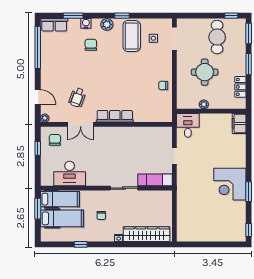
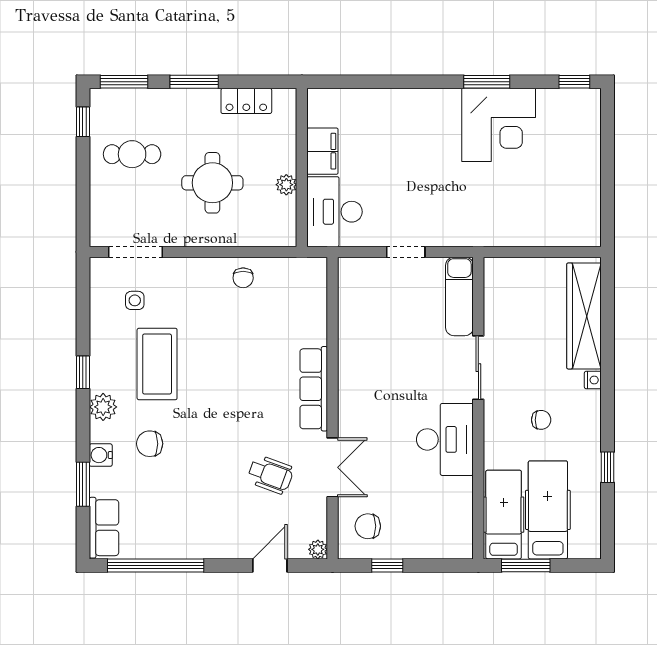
coffee table: (132, 36) -> (157, 364), moved, turned 90
cafe table: (217, 37) -> (132, 154), width x0.73, depth x0.74
filing cabinet: (239, 123) -> (322, 151), moved, turned -90
desk: (188, 125) -> (335, 212), width x1.37
desk: (70, 173) -> (445, 439), moved
corner desk: (230, 184) -> (499, 125), moved

